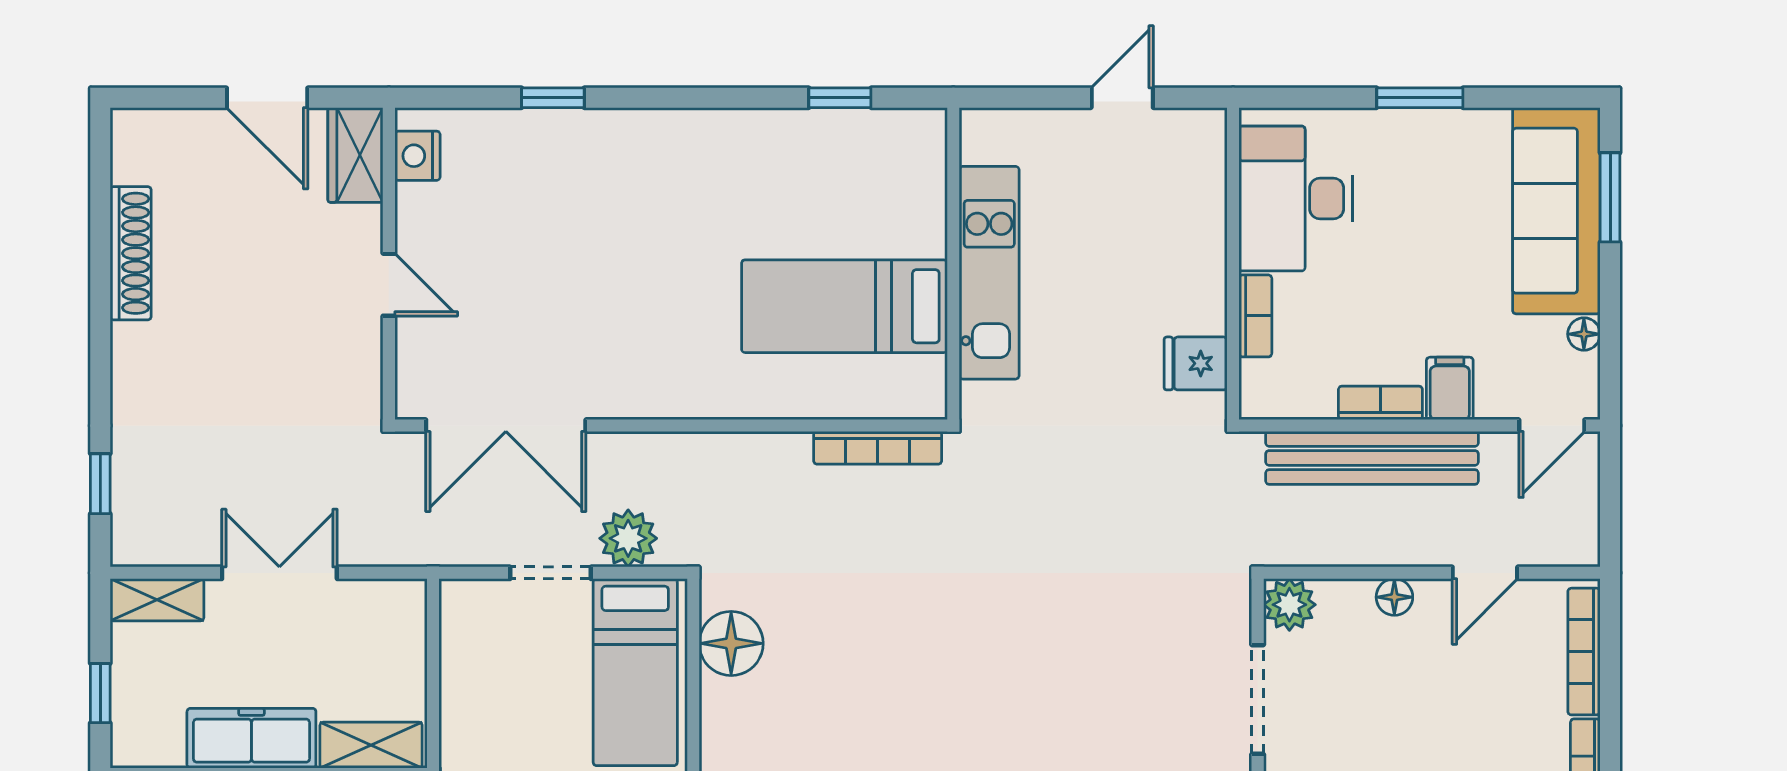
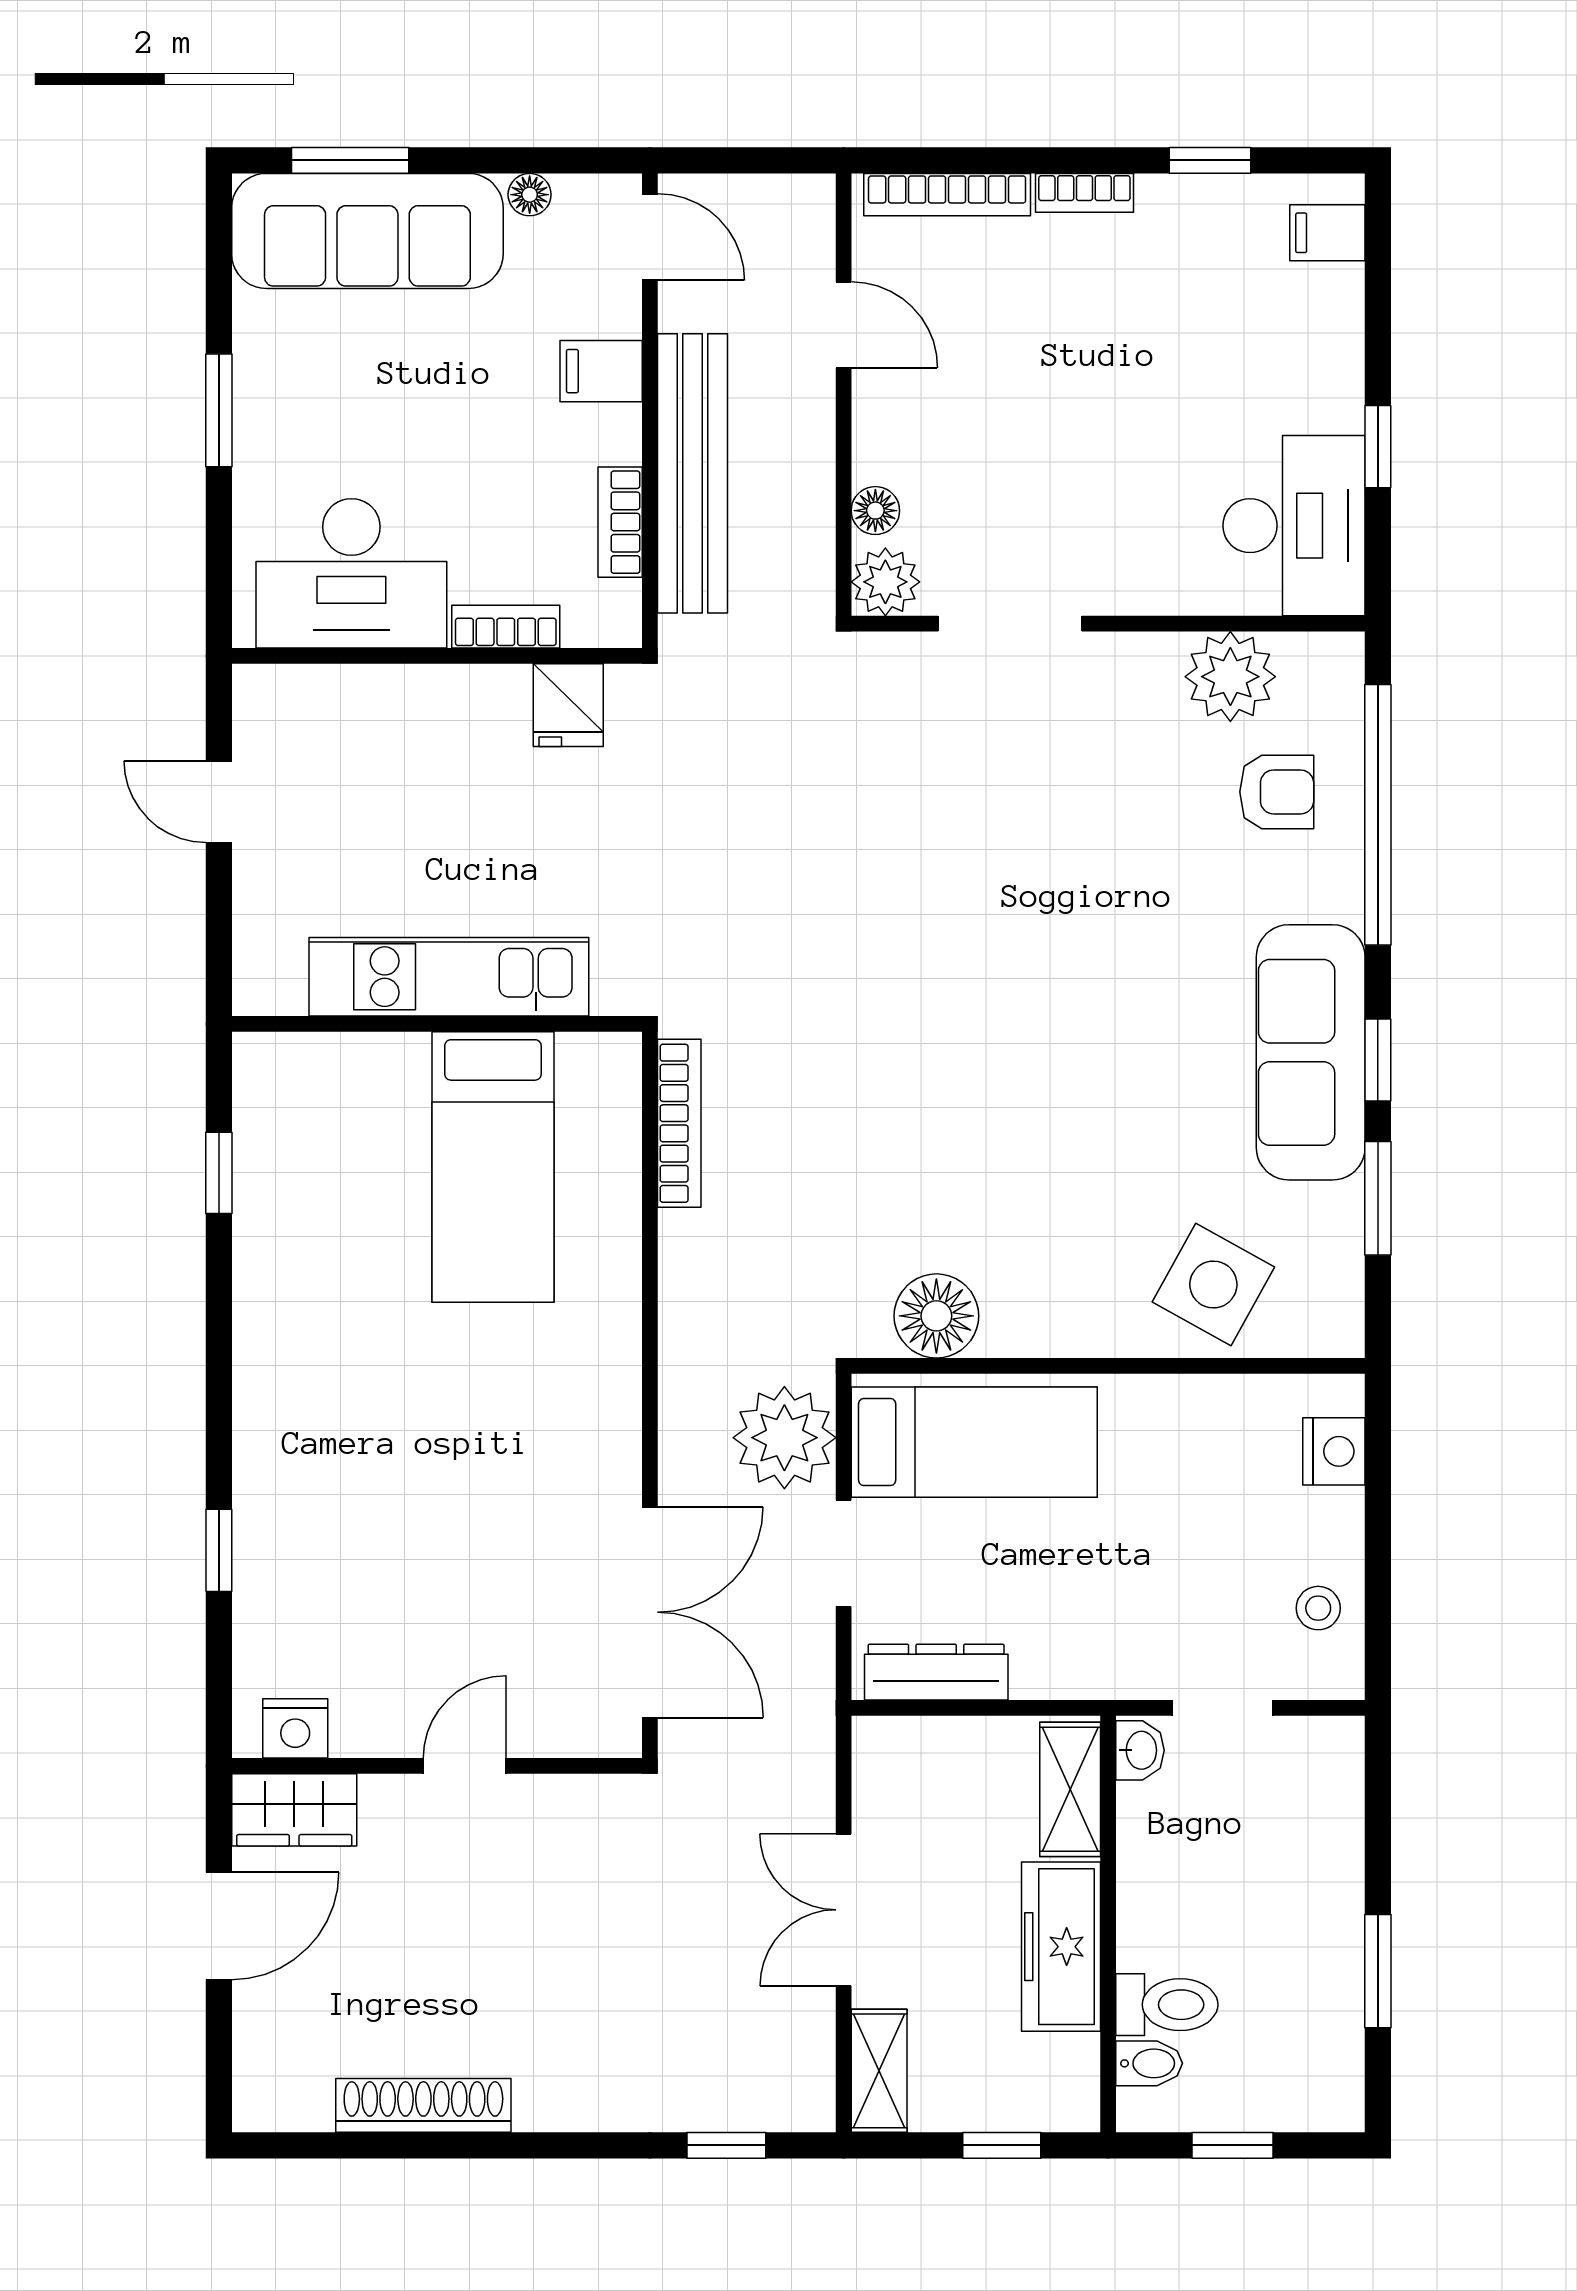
bookcase: (1380, 403) -> (620, 522), moved
plant: (628, 538) -> (784, 1438), width x1.36, depth x1.36
floor lamp: (1394, 597) -> (875, 511), moved
dresser: (460, 643) -> (936, 1672), added

